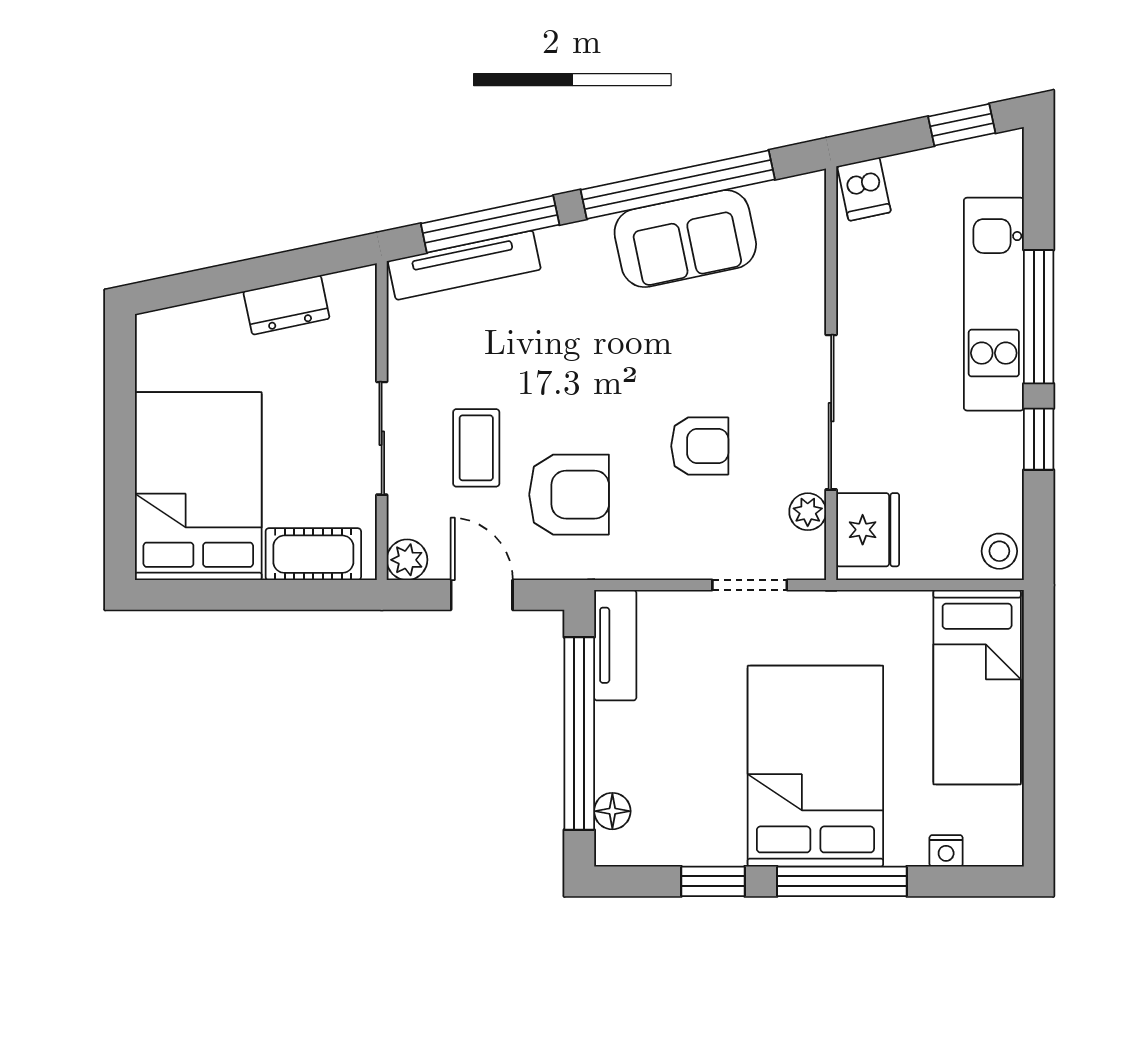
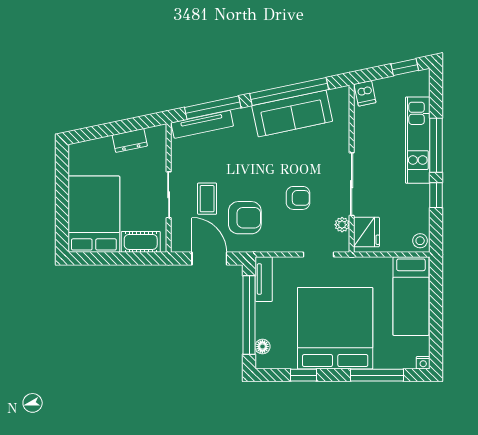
sofa: (685, 239) -> (292, 113), width x1.36
plant: (407, 560) -> (179, 244), removed
door: (482, 595) -> (209, 259), width x1.38
bed: (815, 766) -> (335, 328), width x1.36
nightstand: (946, 851) -> (423, 363), moved
window: (842, 881) -> (377, 375), moved

